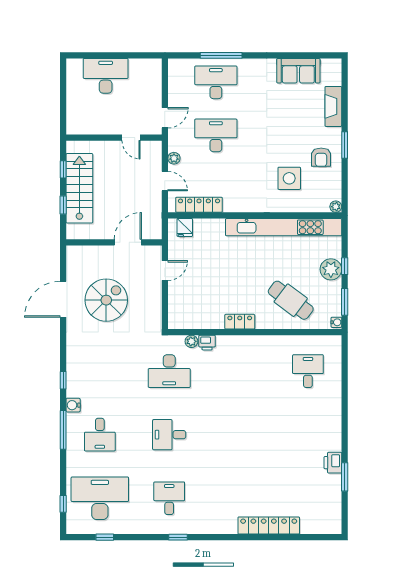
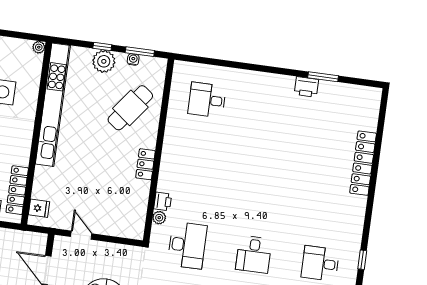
water cooler: (336, 322) -> (133, 59), moved

